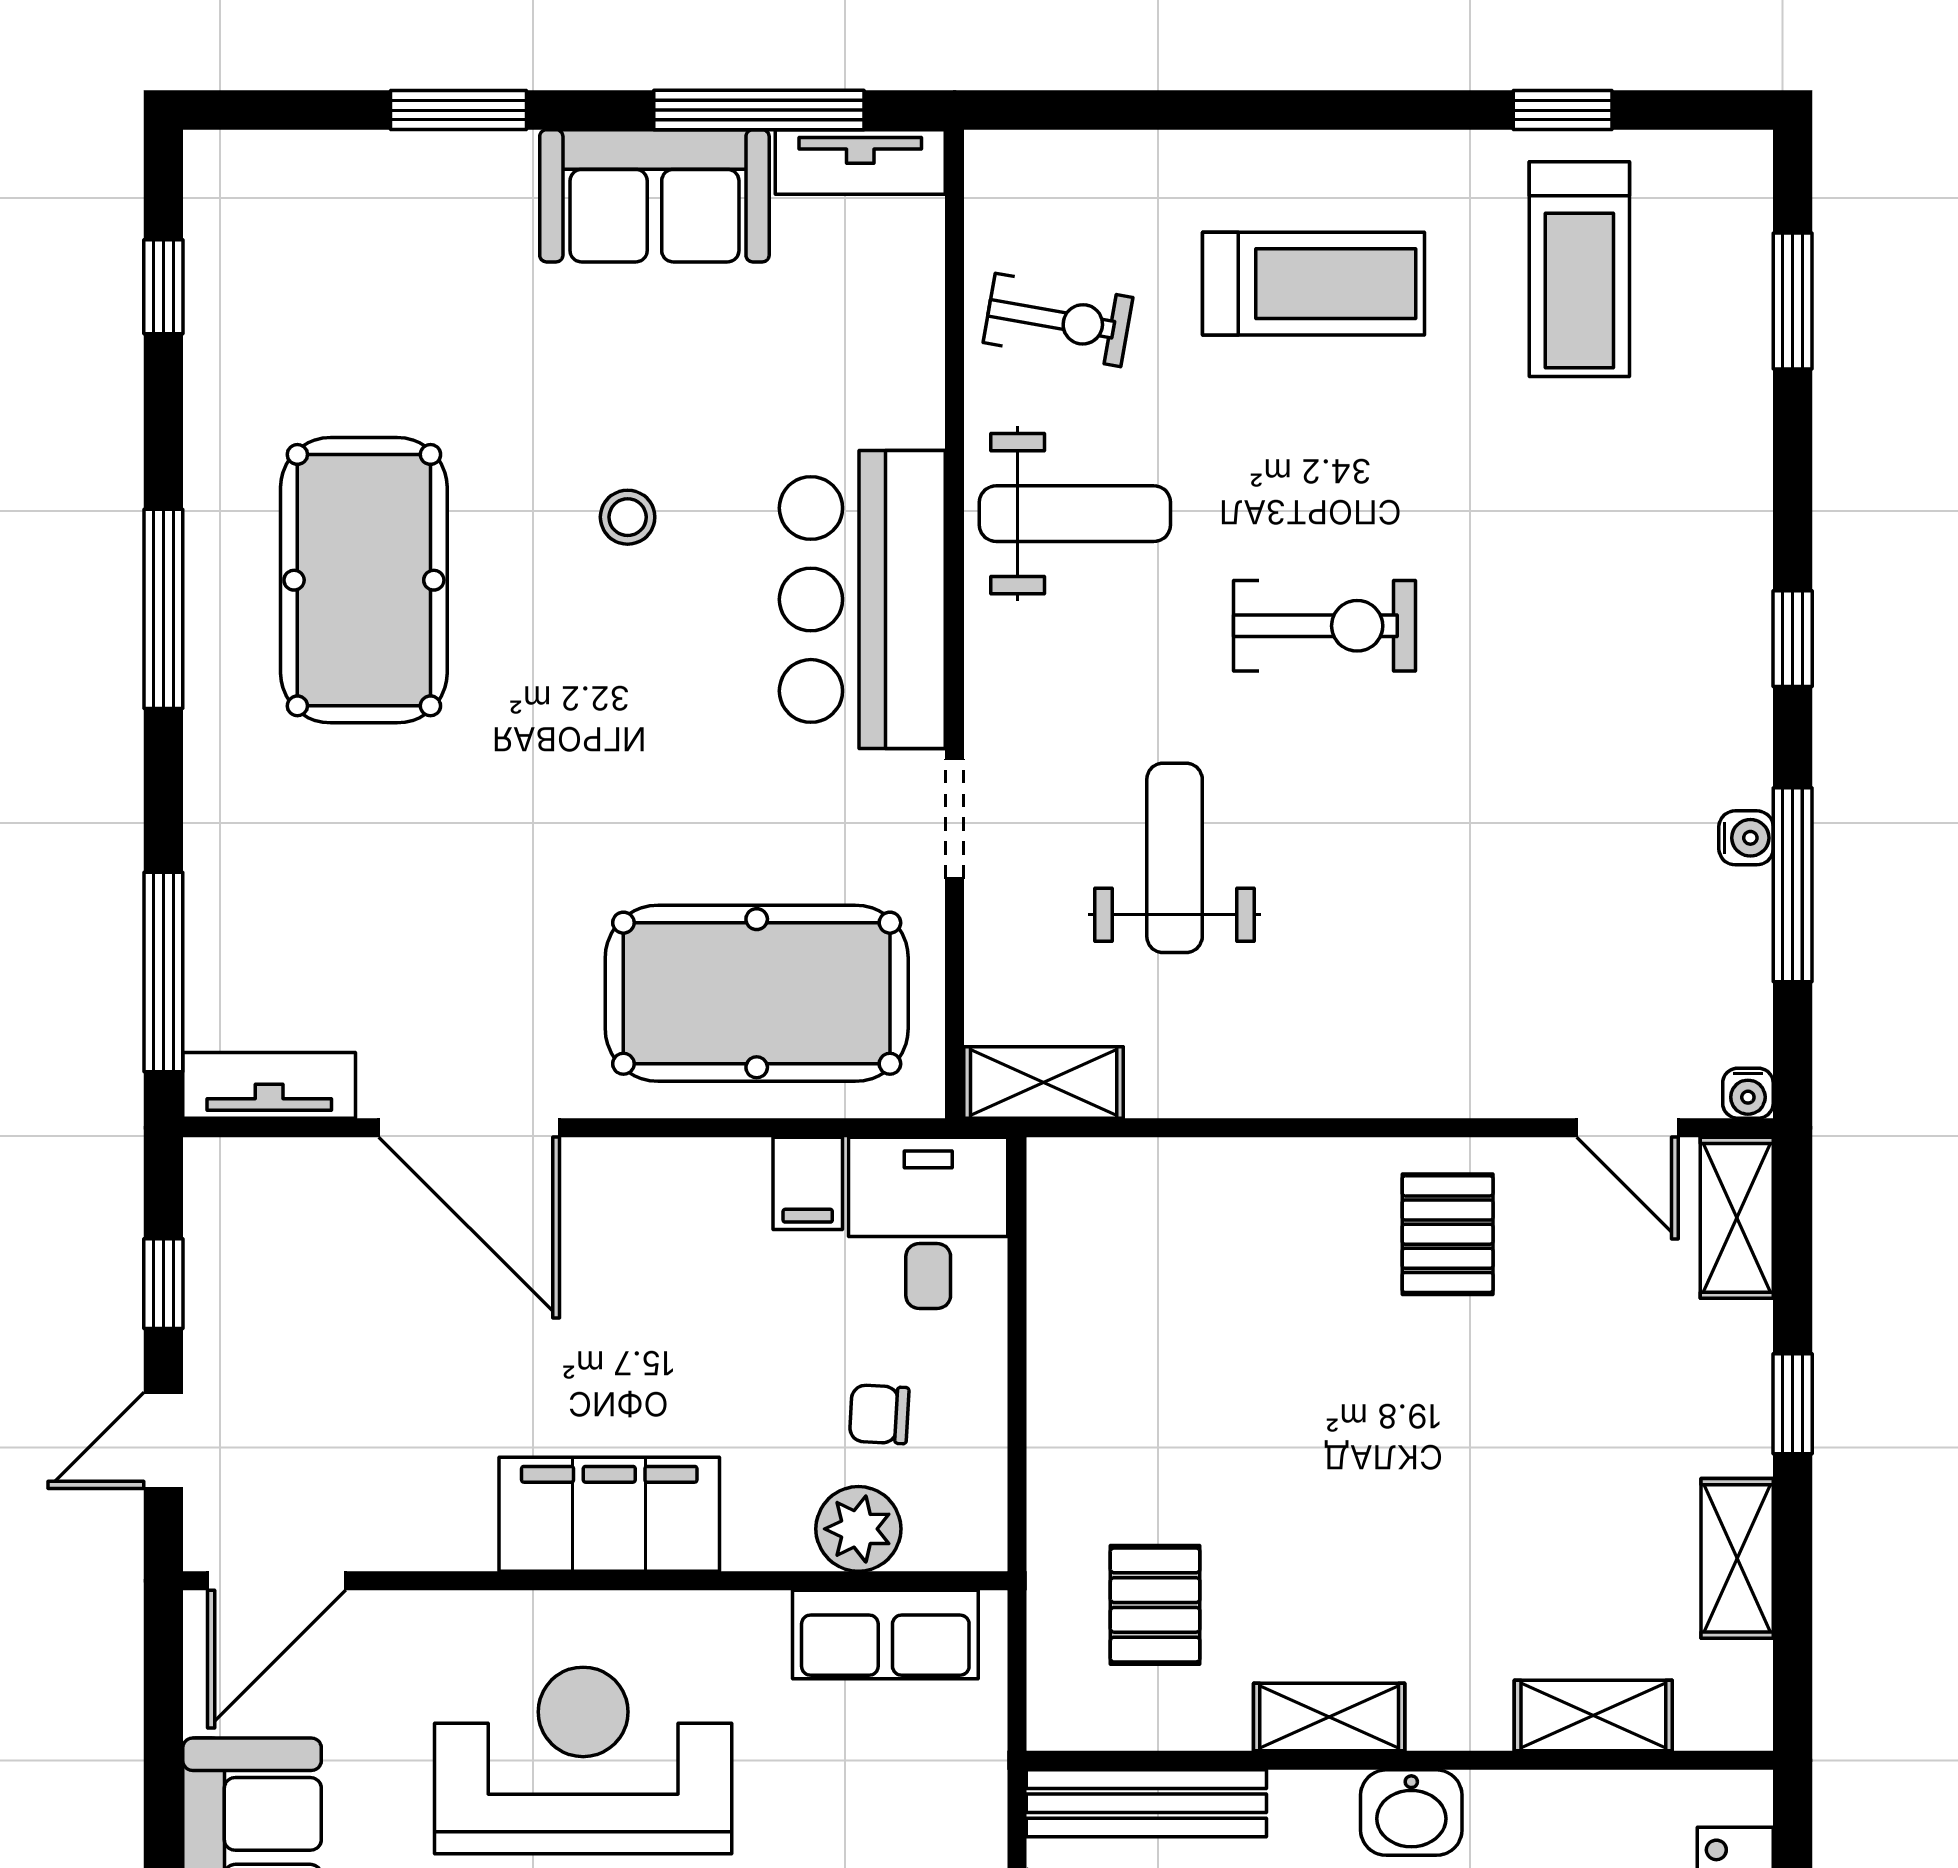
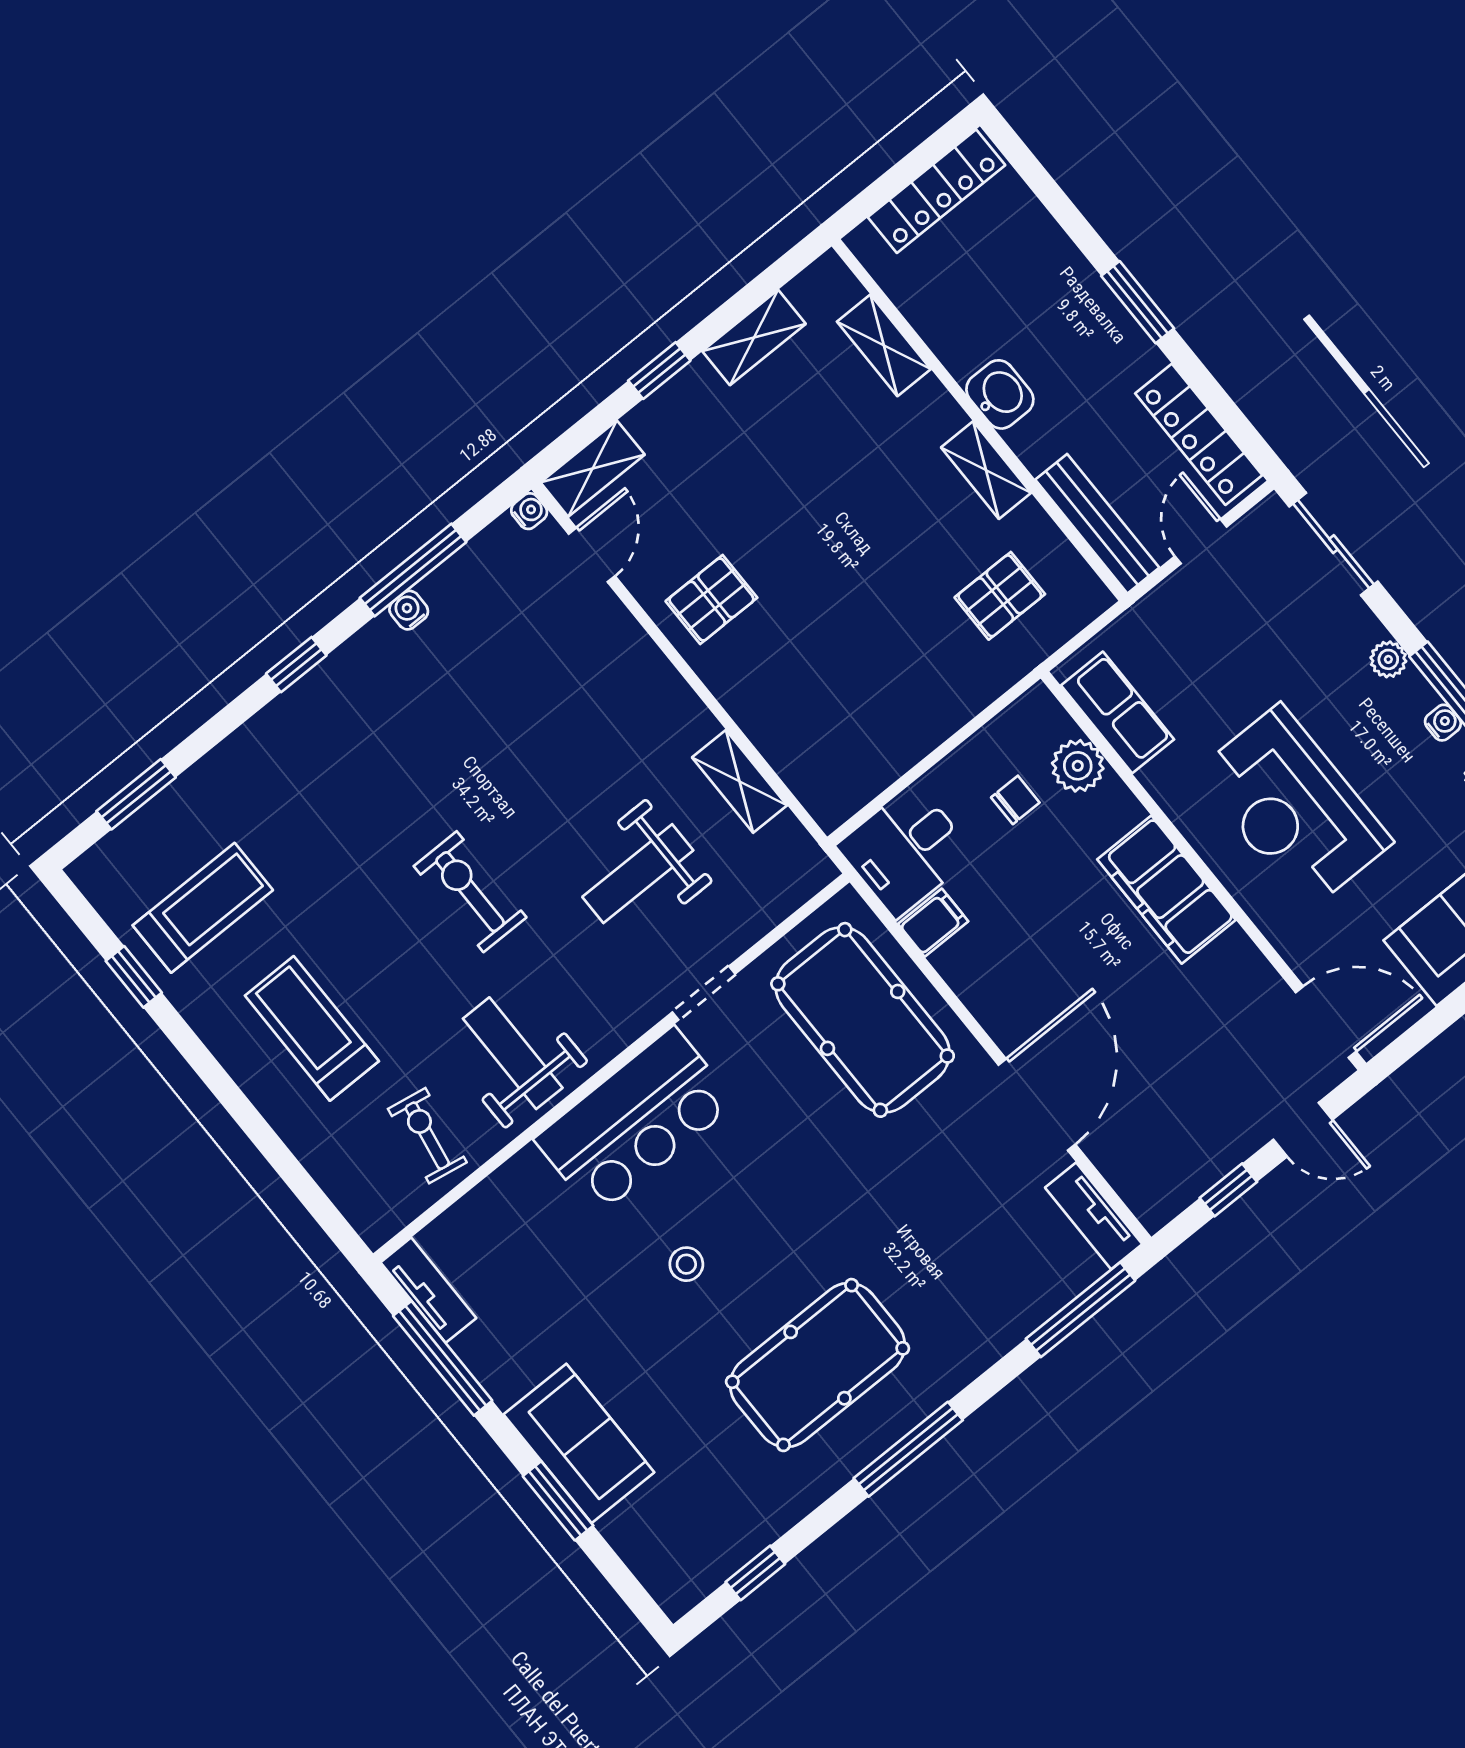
sofa: (654, 196) -> (579, 1443), moved
shelving: (1044, 1083) -> (740, 781), moved
chair: (879, 1414) -> (1015, 800), turned -93

